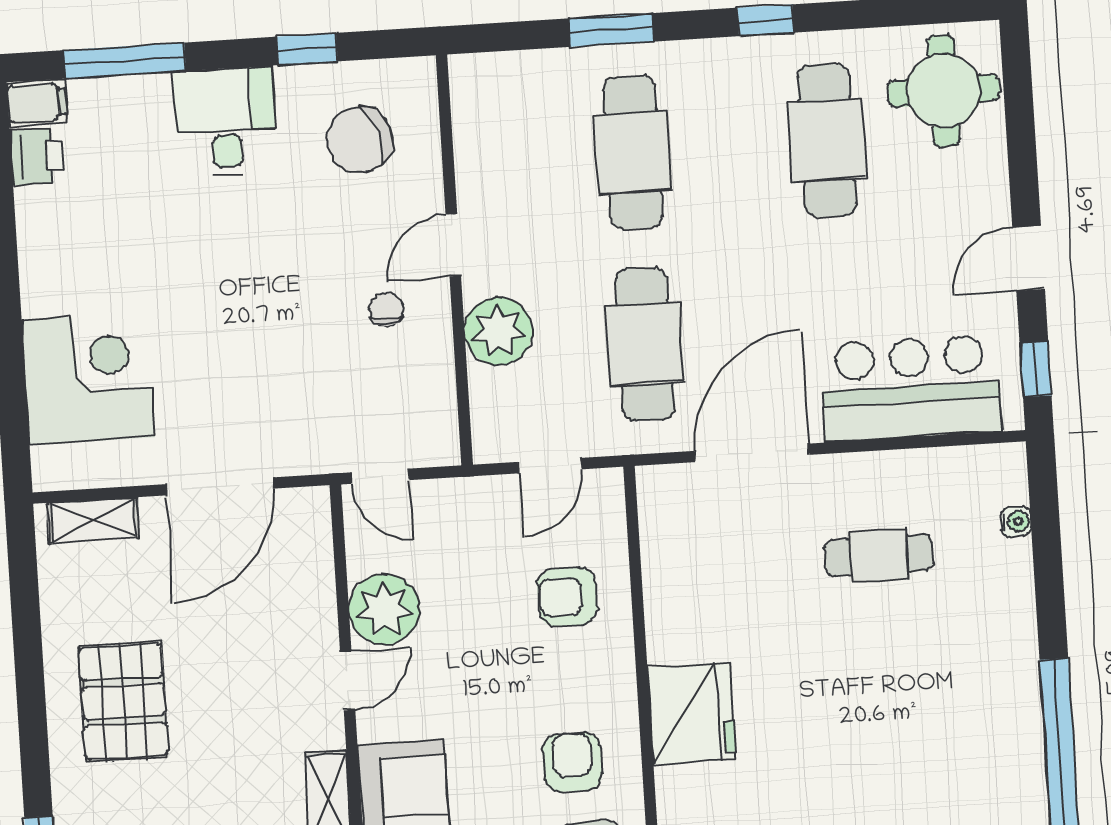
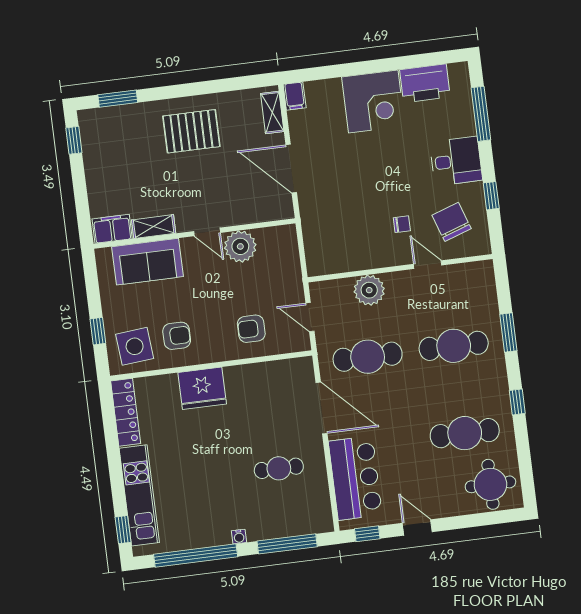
filing cabinet: (37, 103) -> (295, 96), moved
printer: (36, 156) -> (425, 83), width x1.87, depth x1.48
door: (453, 245) -> (428, 265), moved
chair: (386, 309) -> (402, 224), moved
corner desk: (88, 379) -> (373, 101), moved
door: (380, 476) -> (300, 241), removed
water cooler: (1016, 521) -> (239, 537), moved
window: (1047, 548) -> (287, 544), added
cafe table: (879, 555) -> (279, 468), turned 90
armchair: (567, 597) -> (251, 329), turned -90

